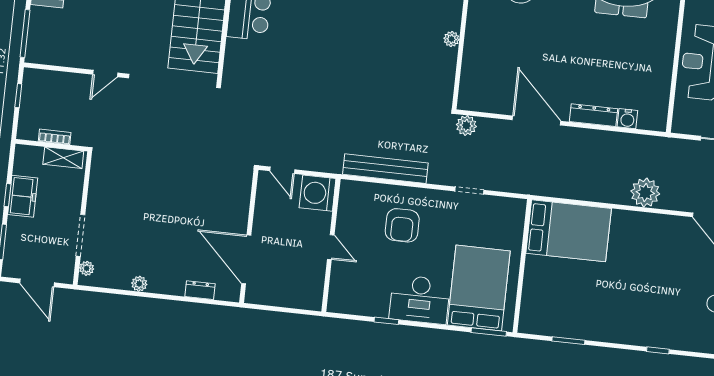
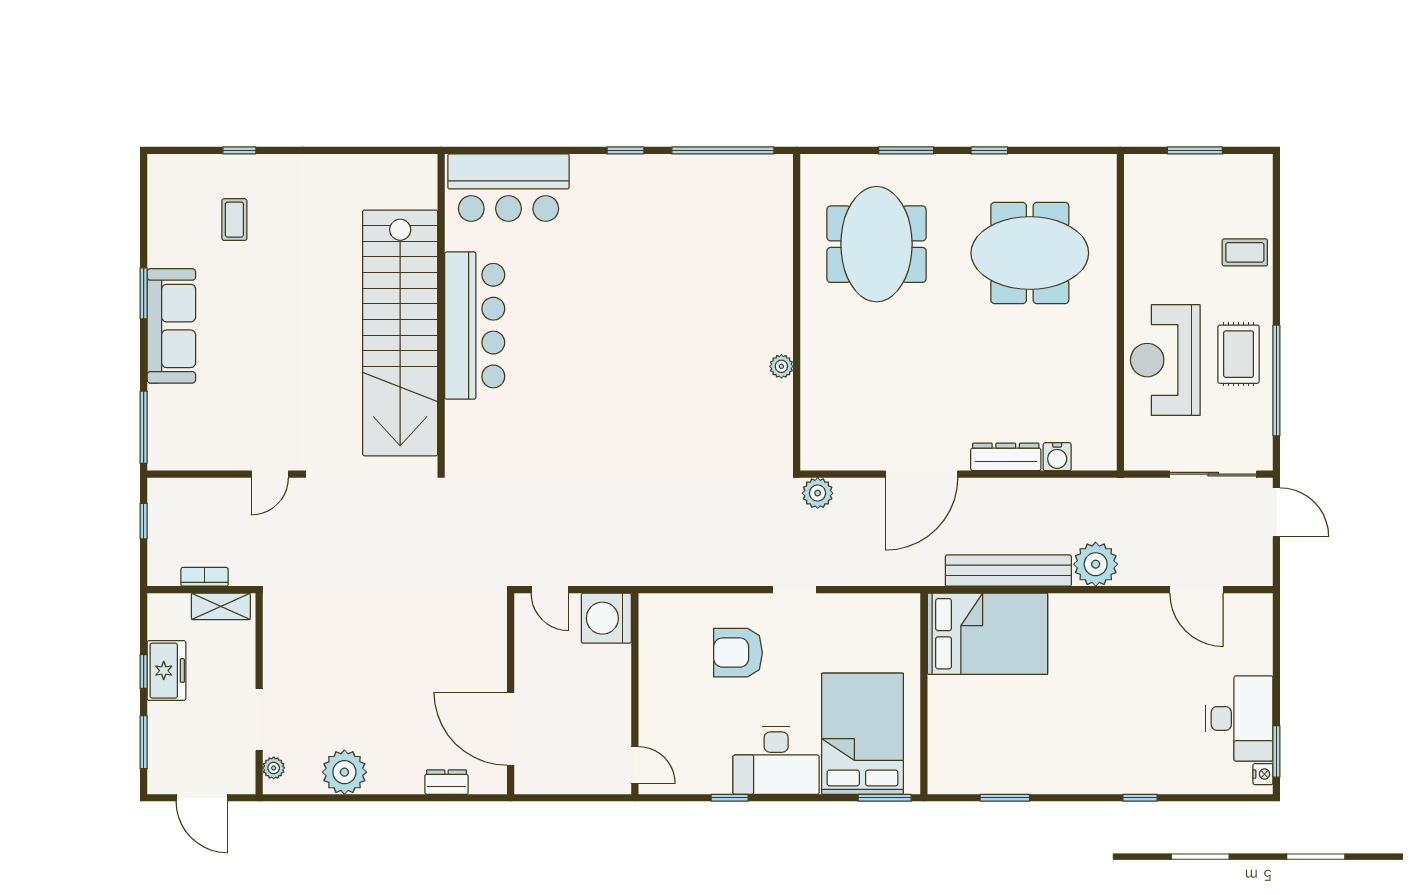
door: (536, 120) -> (921, 474), swing flipped
bench: (385, 169) -> (1008, 571), moved
doorway: (469, 191) -> (795, 590), moved
armchair: (402, 225) -> (738, 653), turned 90
door: (331, 247) -> (635, 765), moved
plant: (139, 284) -> (344, 772), width x1.87, depth x1.87

